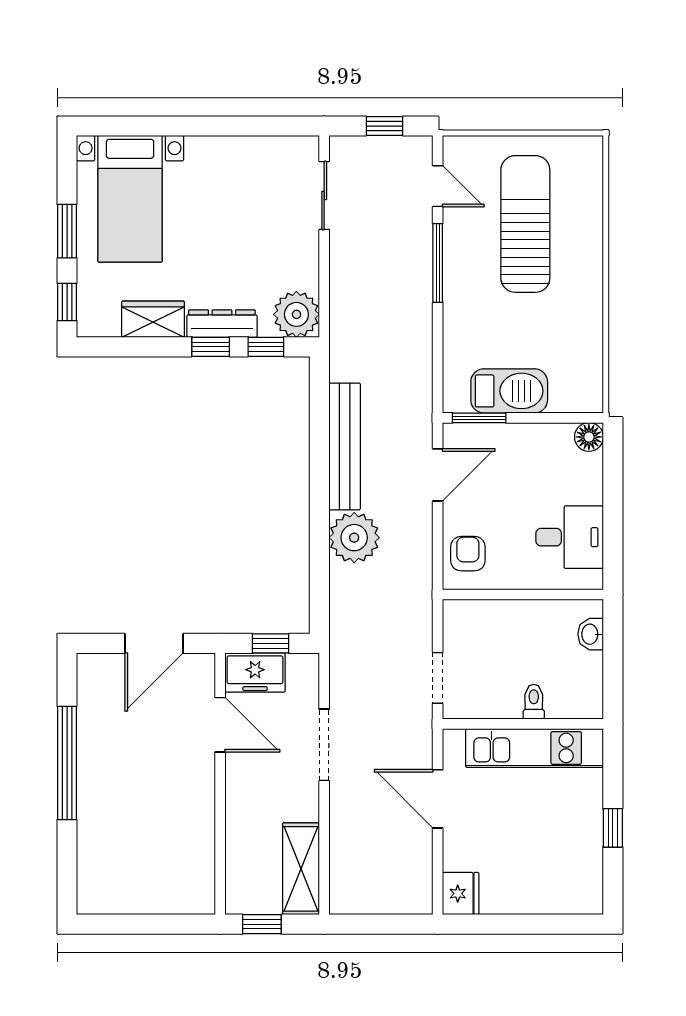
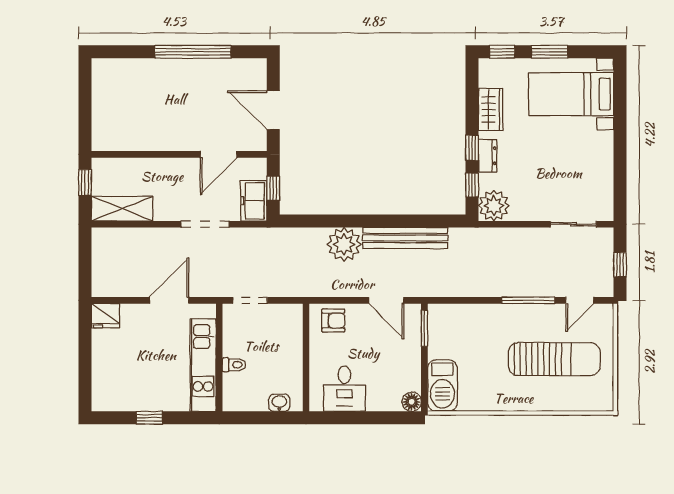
dresser: (222, 324) -> (488, 156), width x0.70
barbecue: (509, 391) -> (442, 386), moved
freezer: (255, 672) -> (254, 201), moved

